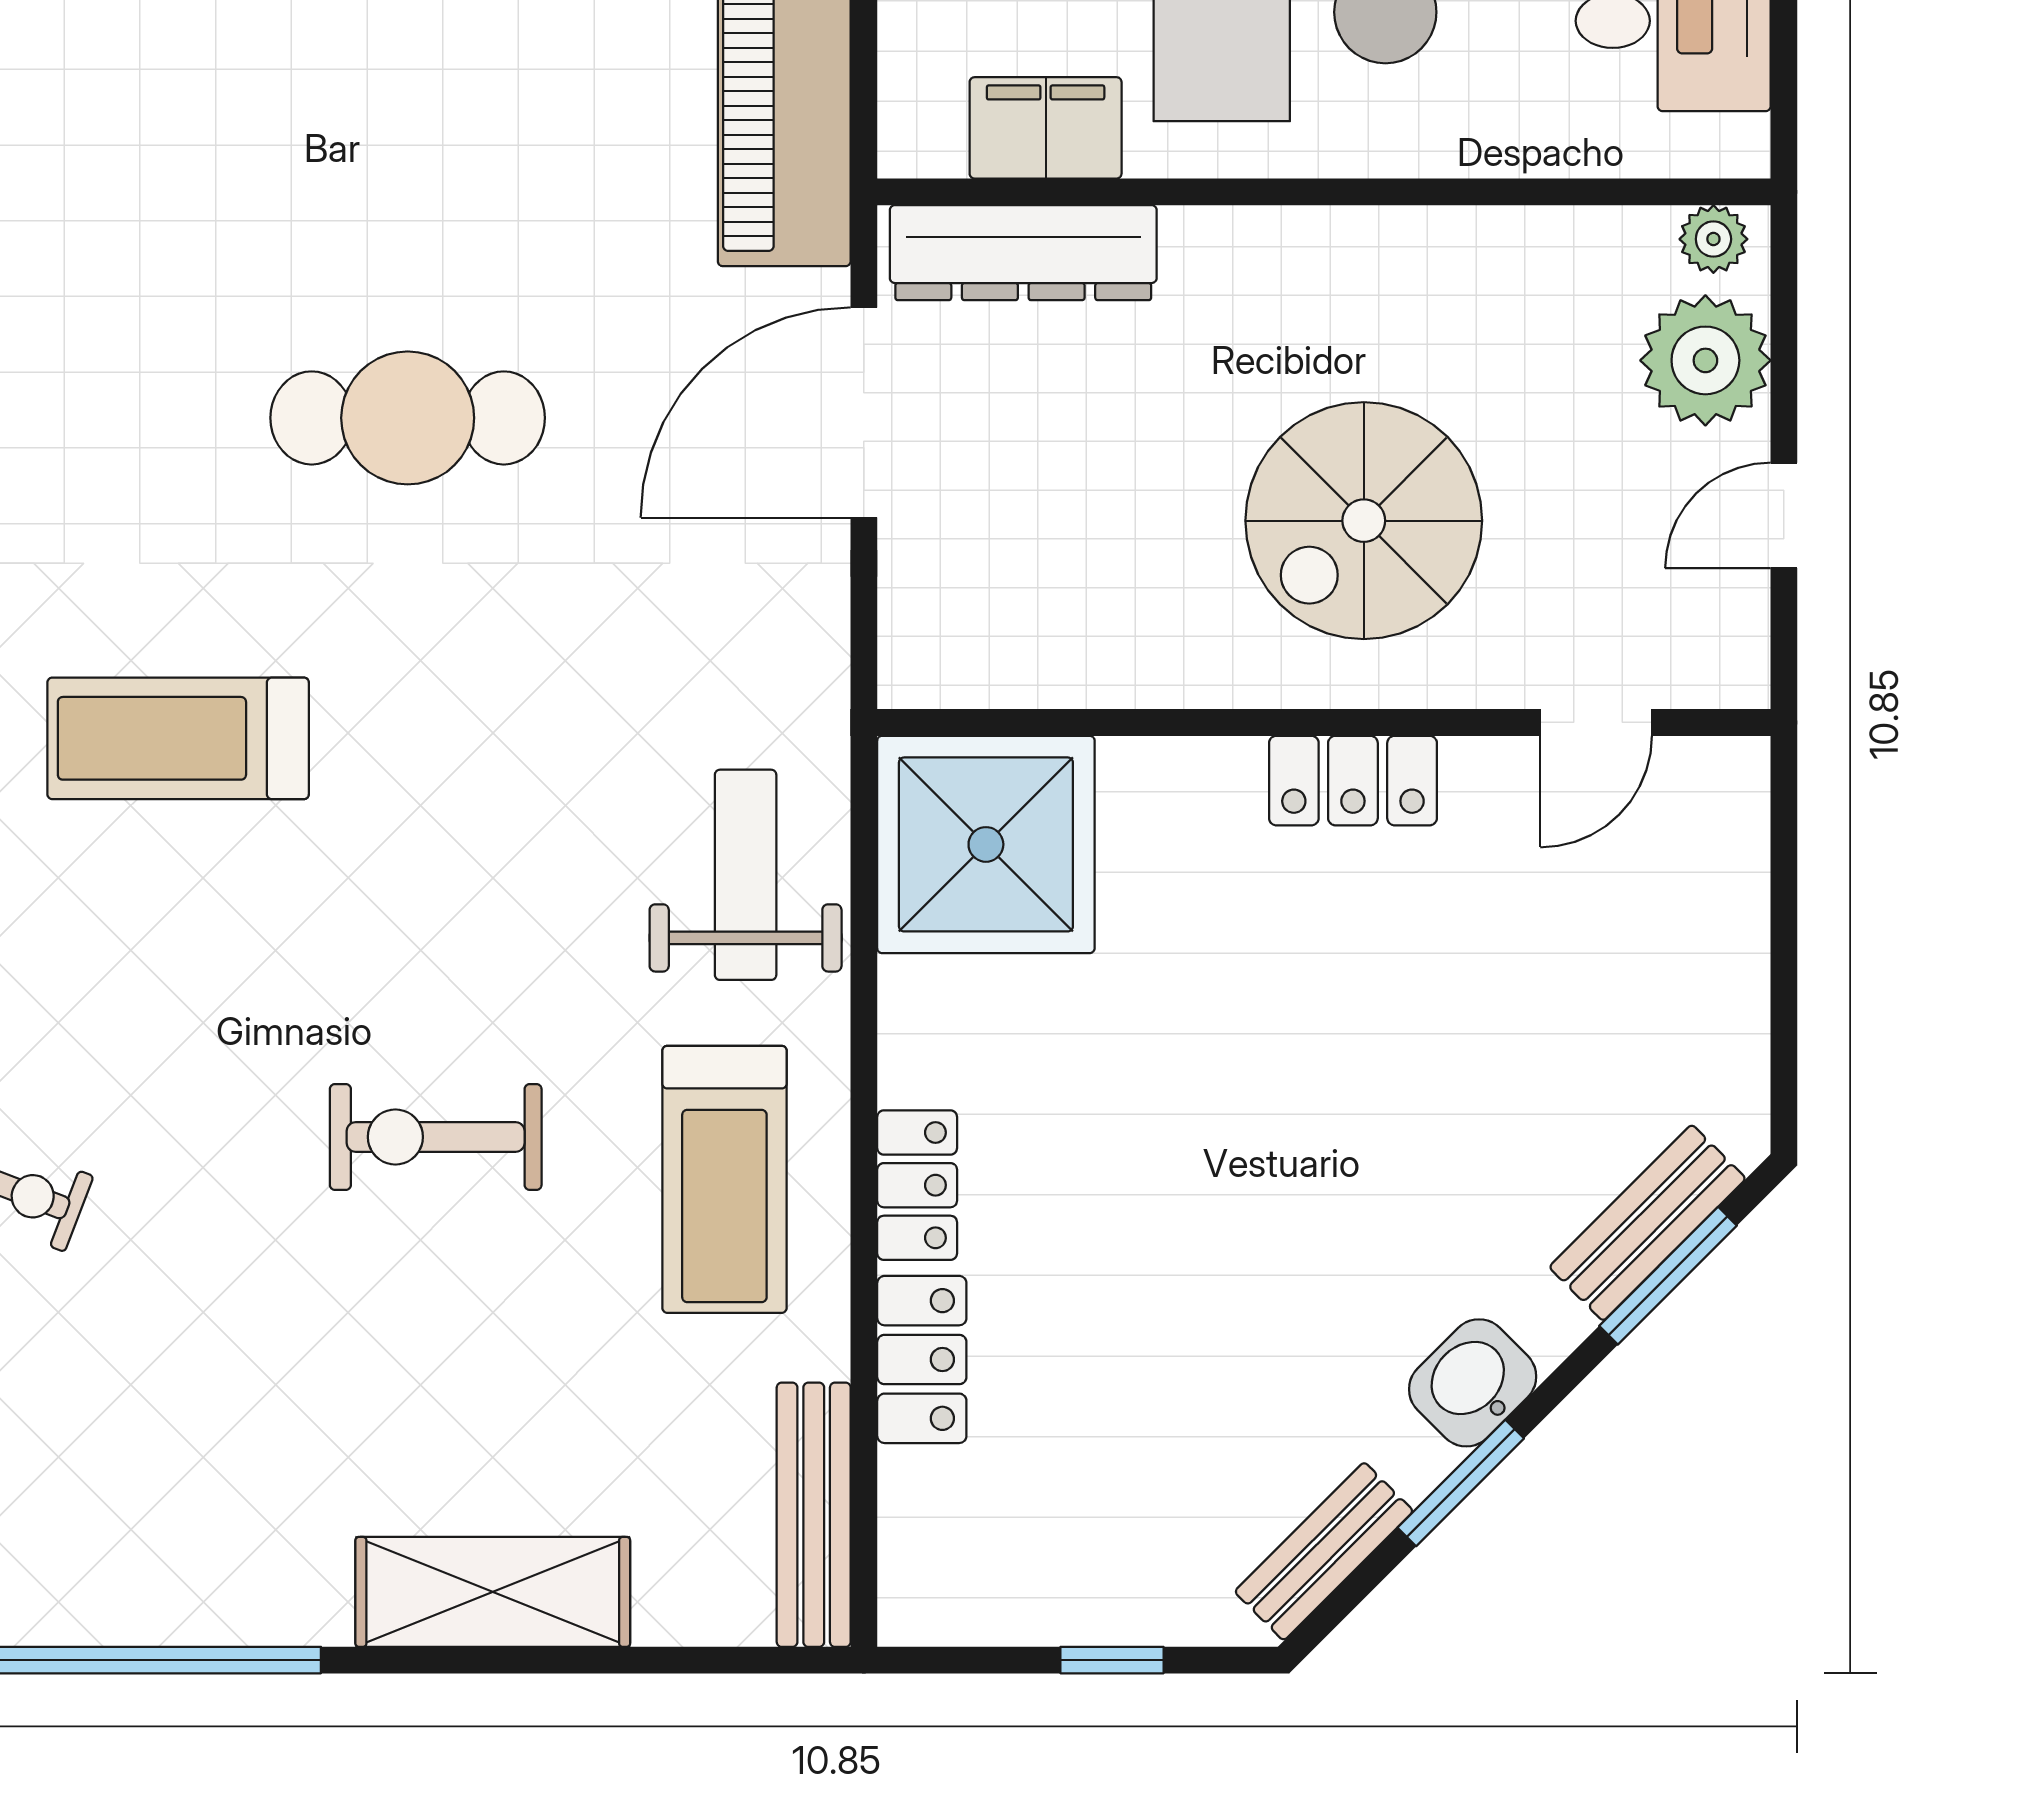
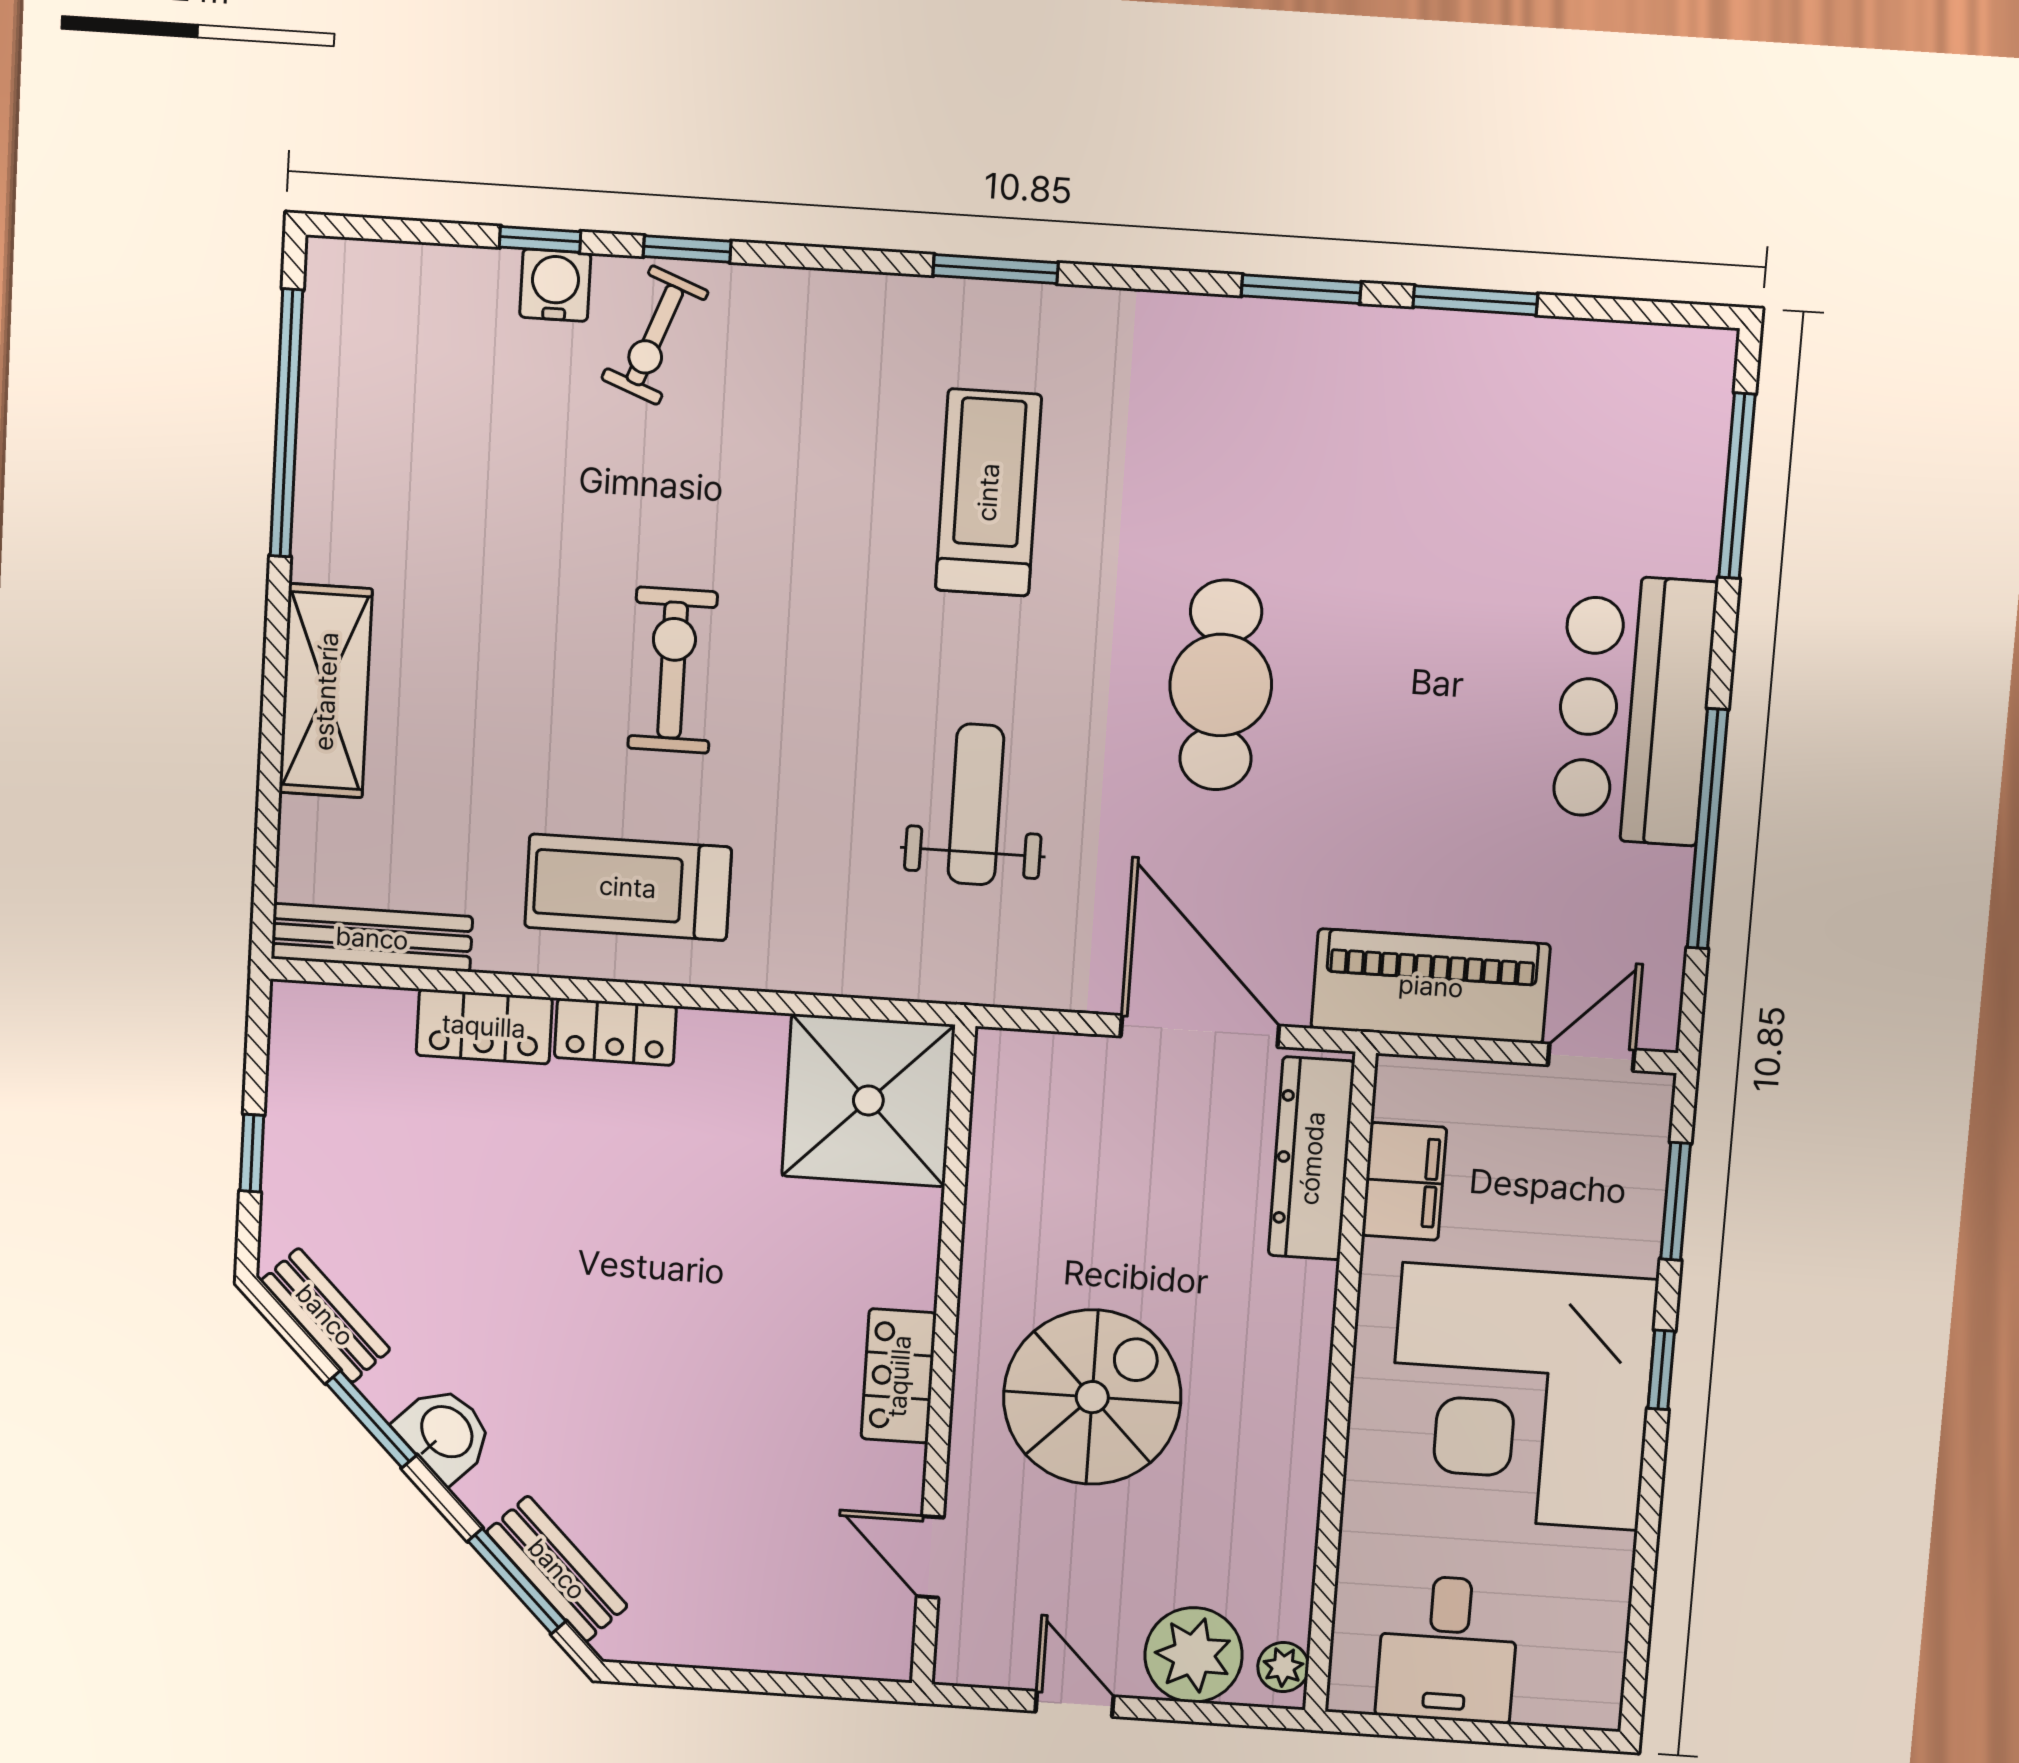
spiral stairs: (1364, 521) -> (1092, 1397), turned 90
weight bench: (746, 875) -> (976, 804), moved, turned -90

